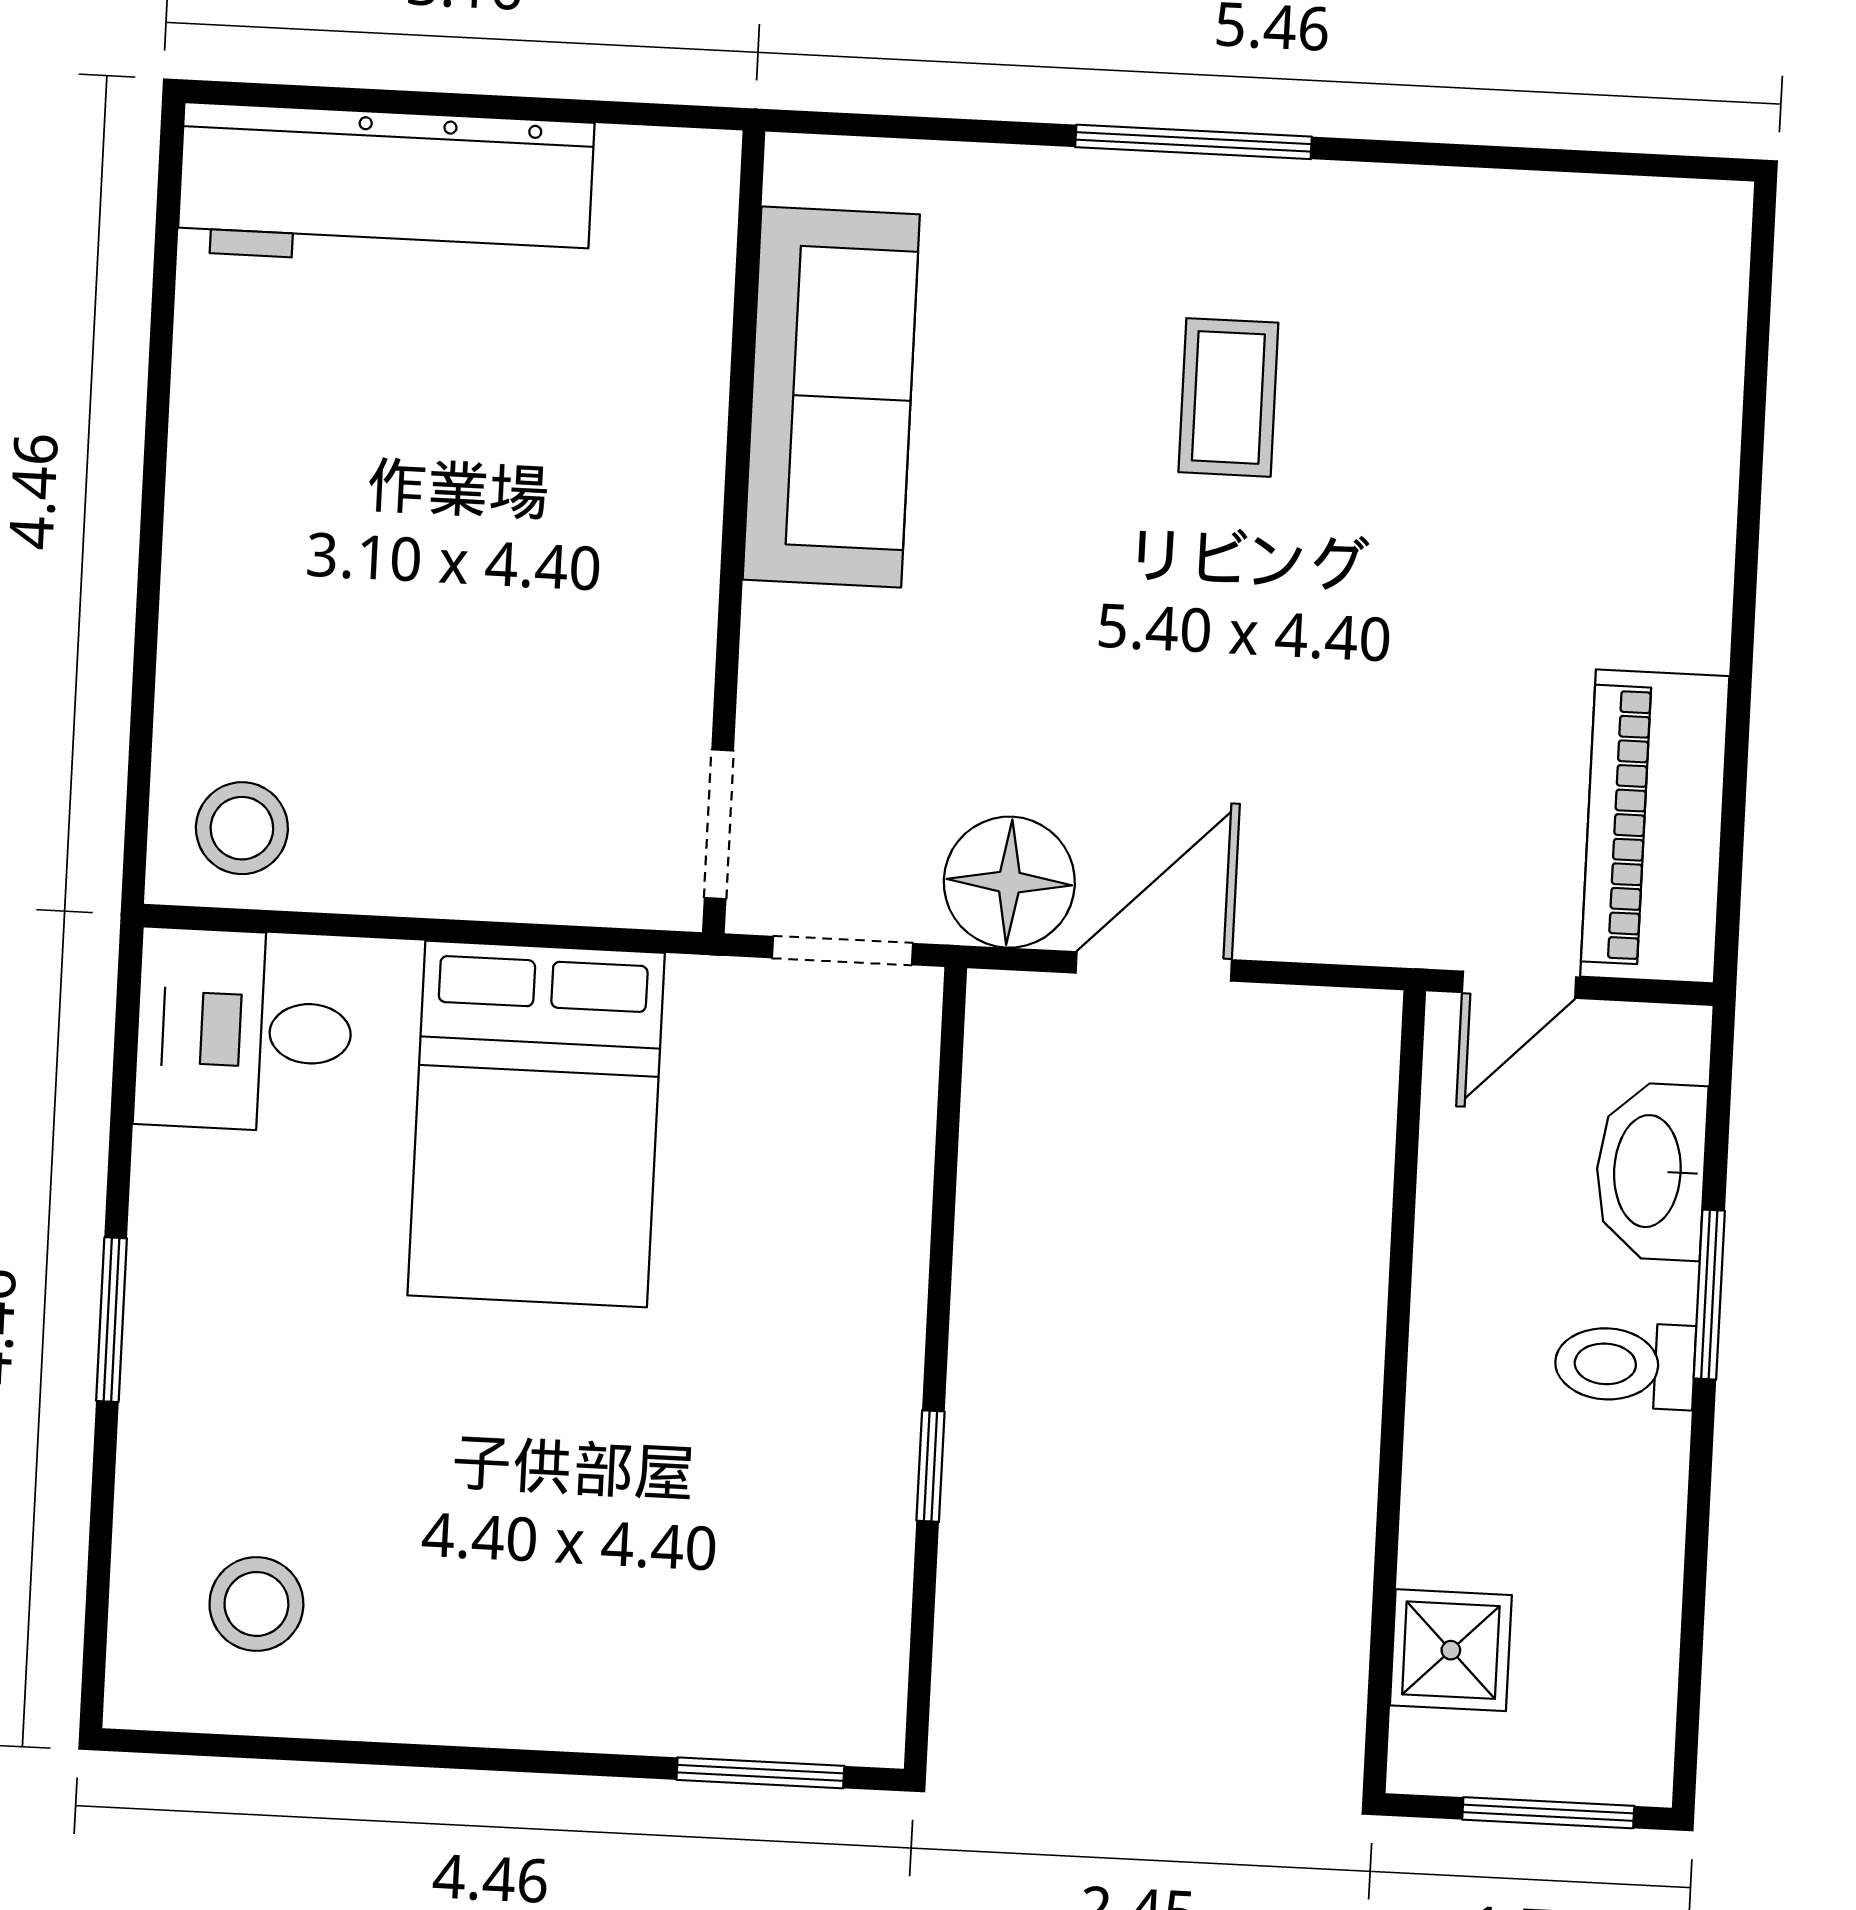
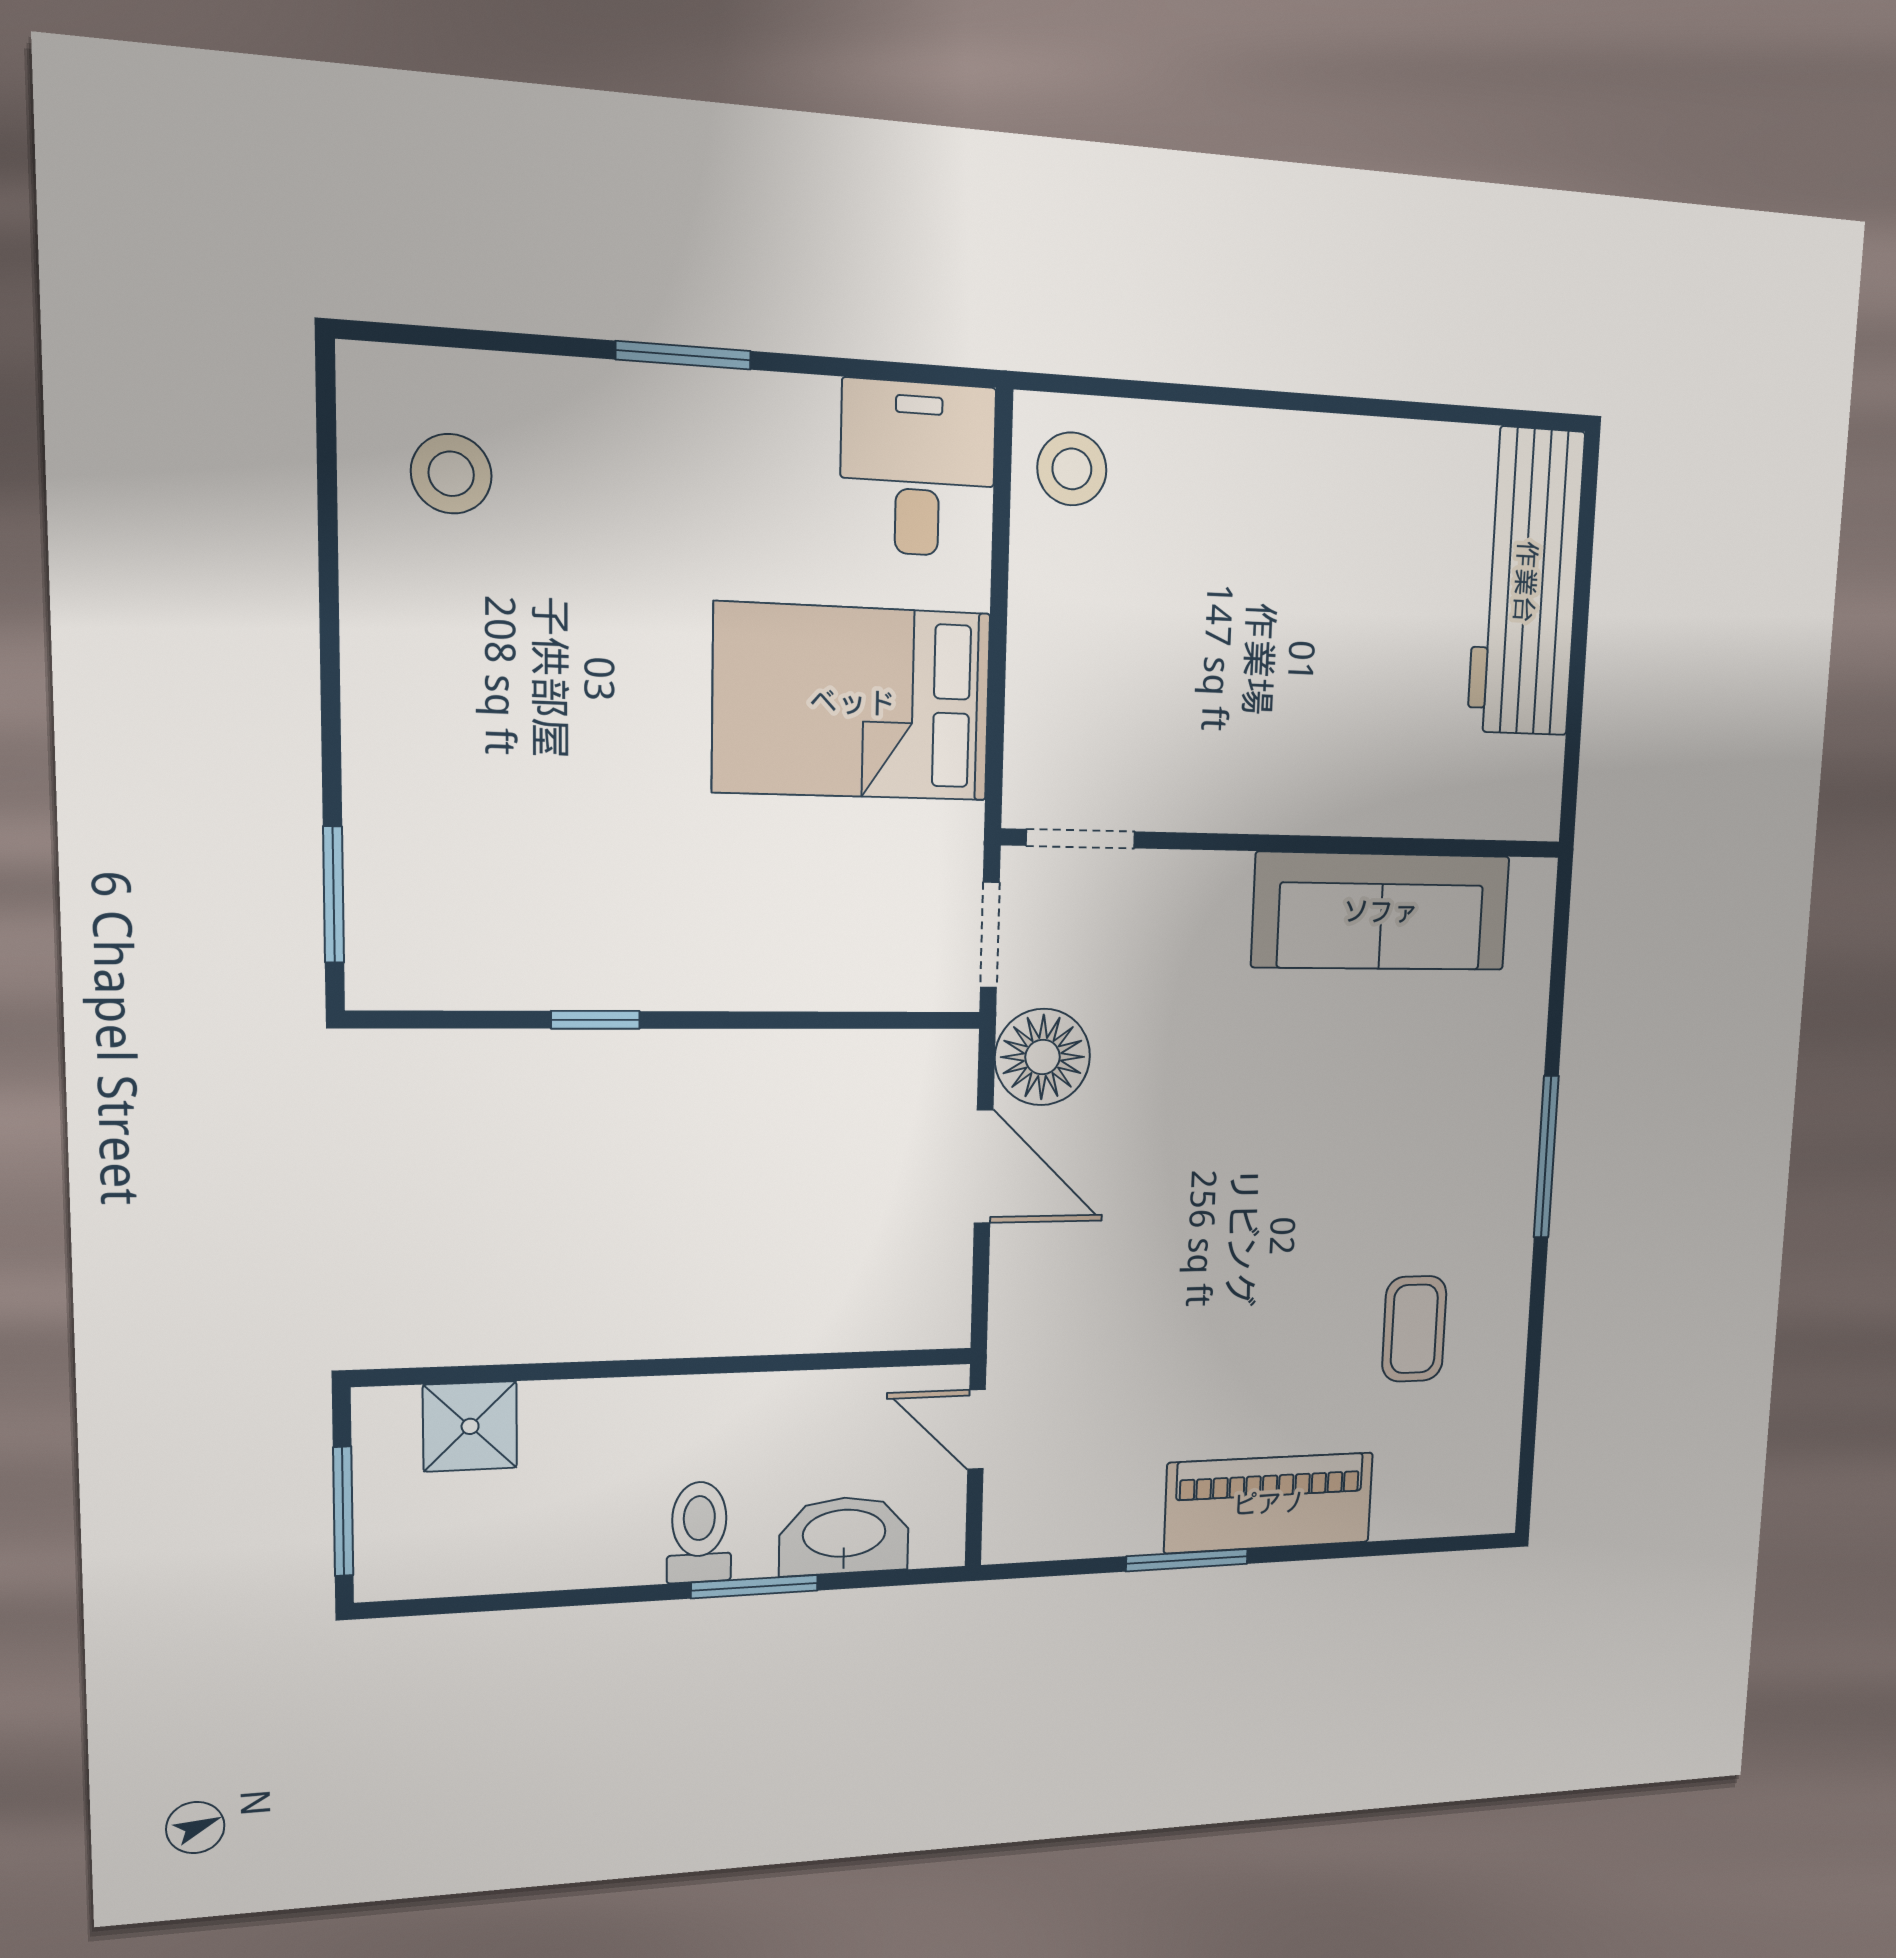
coffee table: (1228, 397) -> (1414, 1329), moved, turned 90
window: (1740, 686) -> (1187, 1560), added
piano: (1655, 826) -> (1269, 1503), moved

